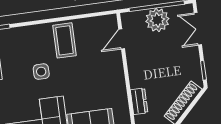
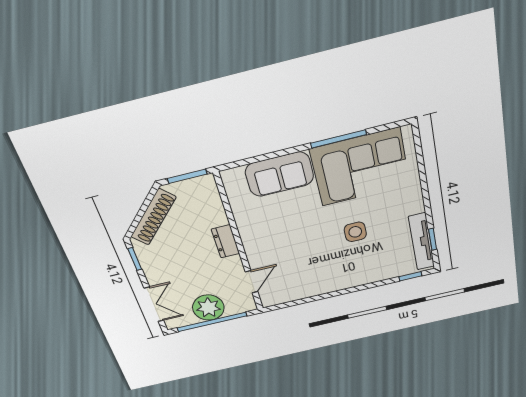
coffee table: (65, 40) -> (327, 271), removed
dresser: (139, 101) -> (226, 241), moved

